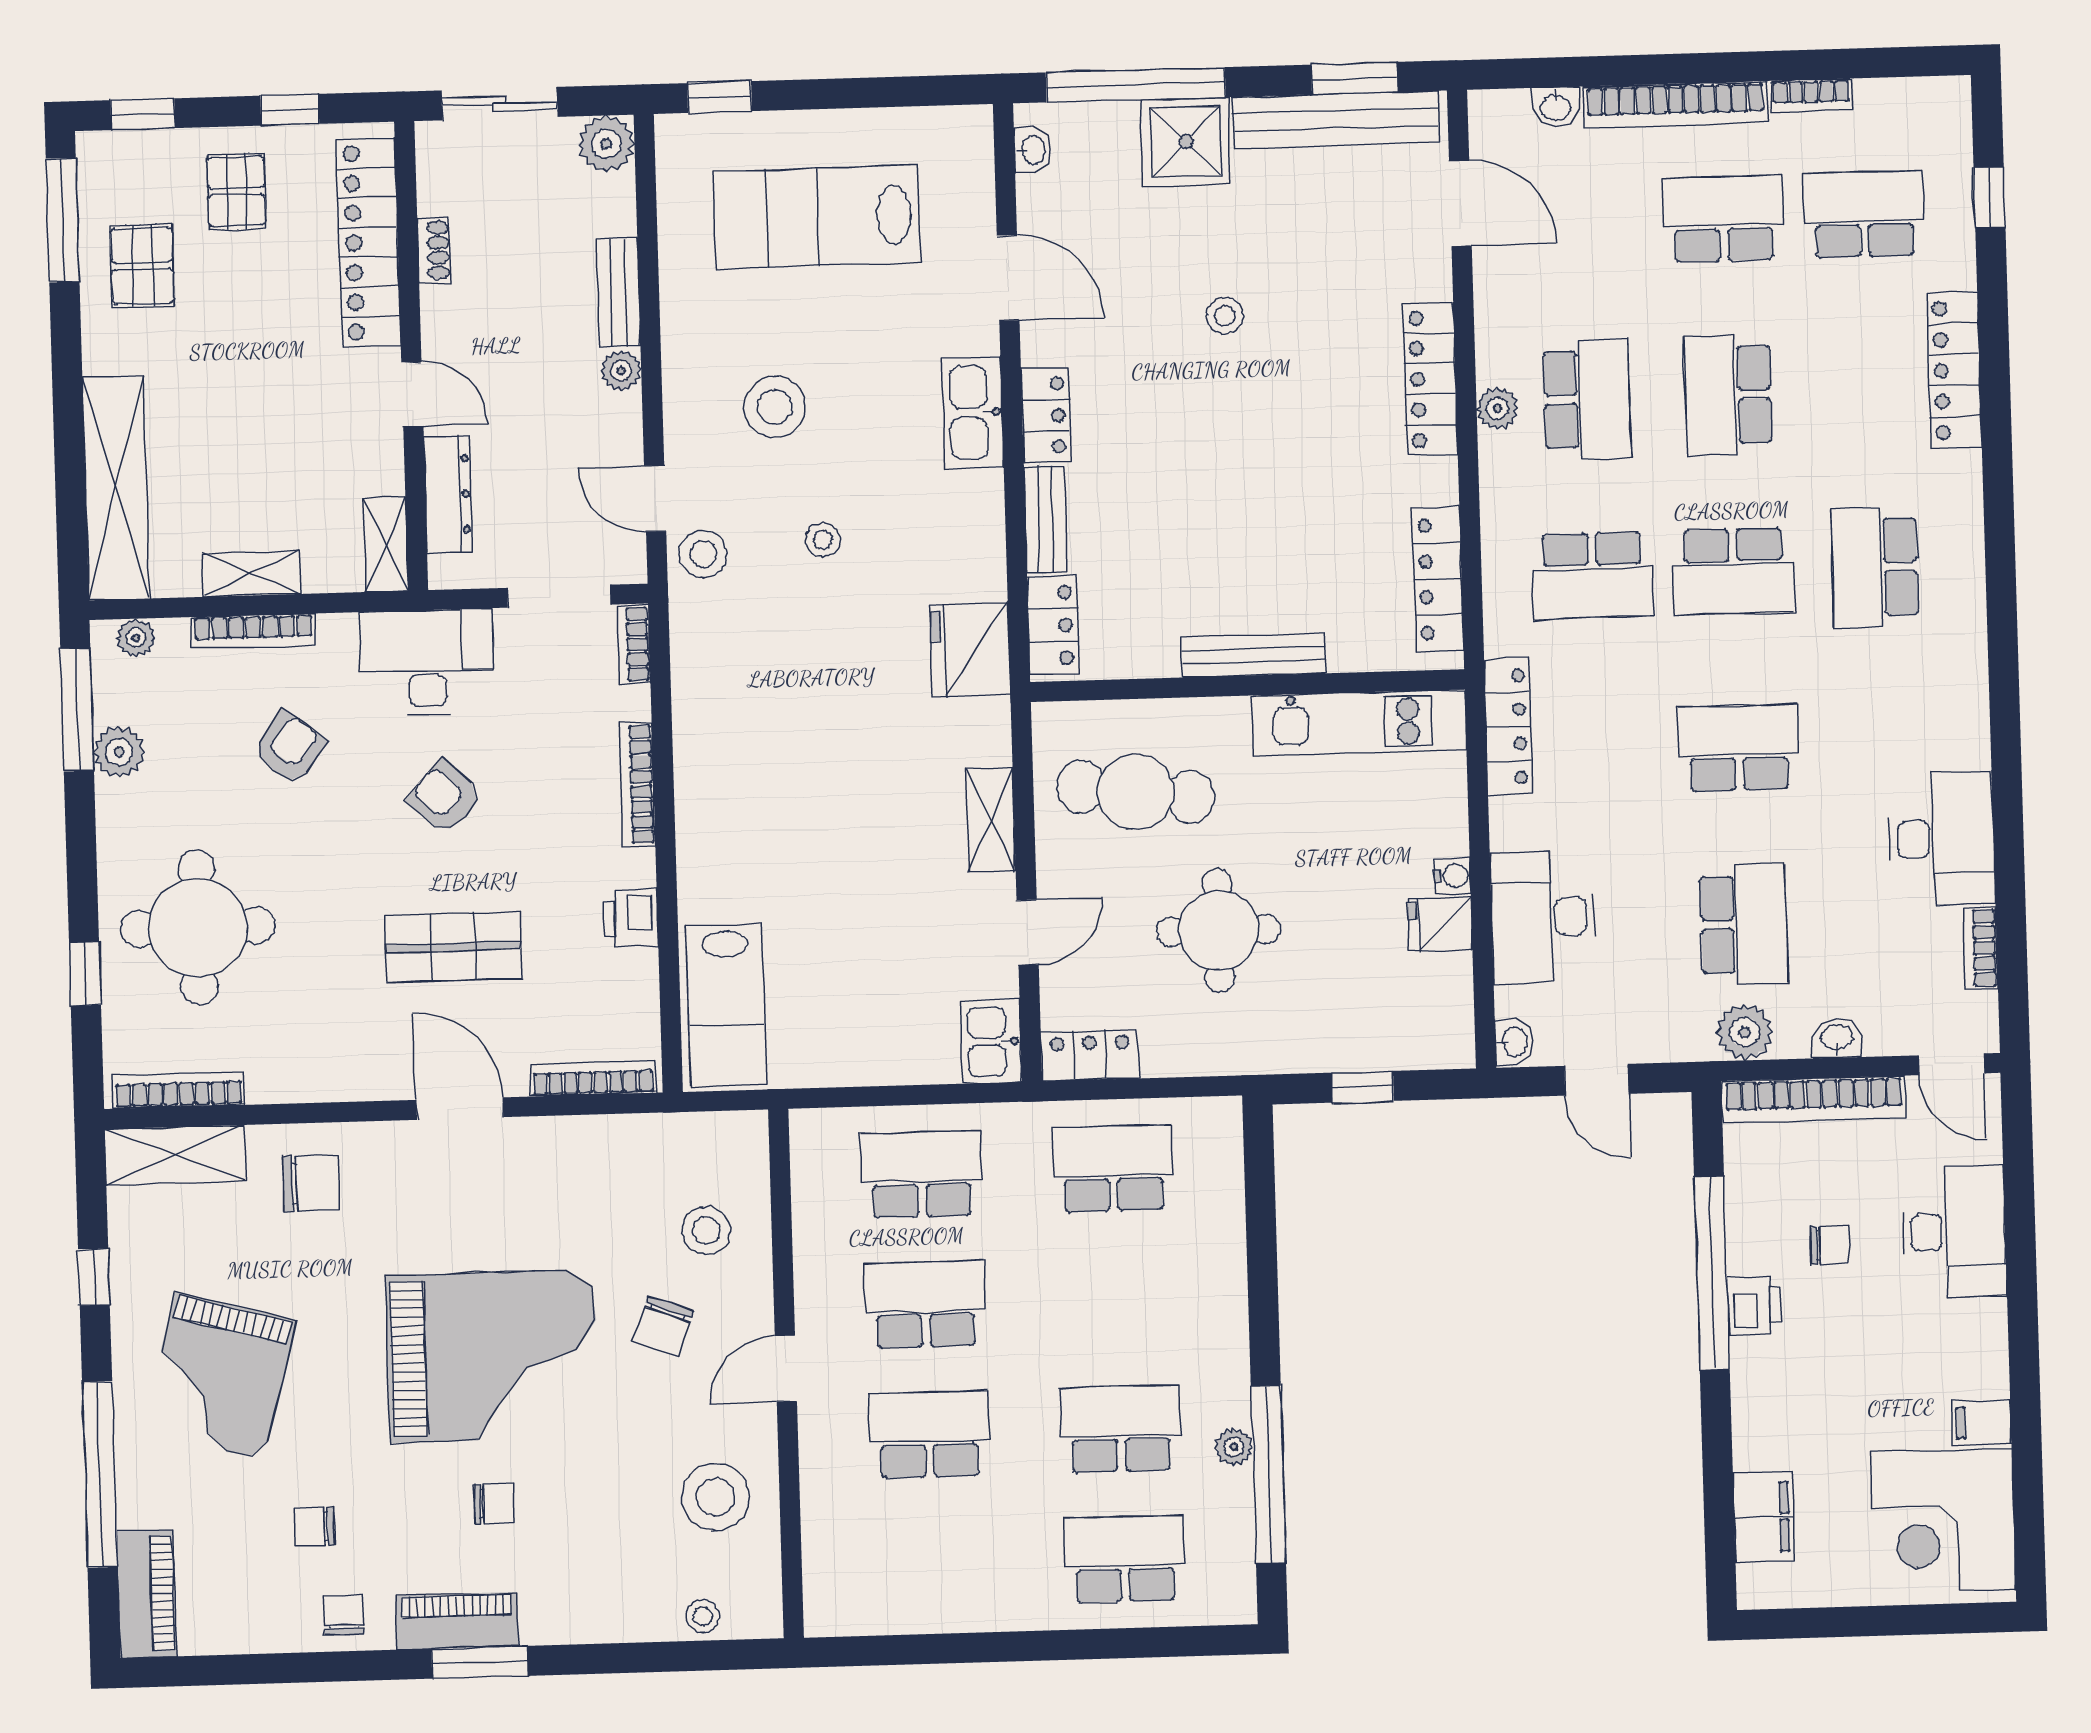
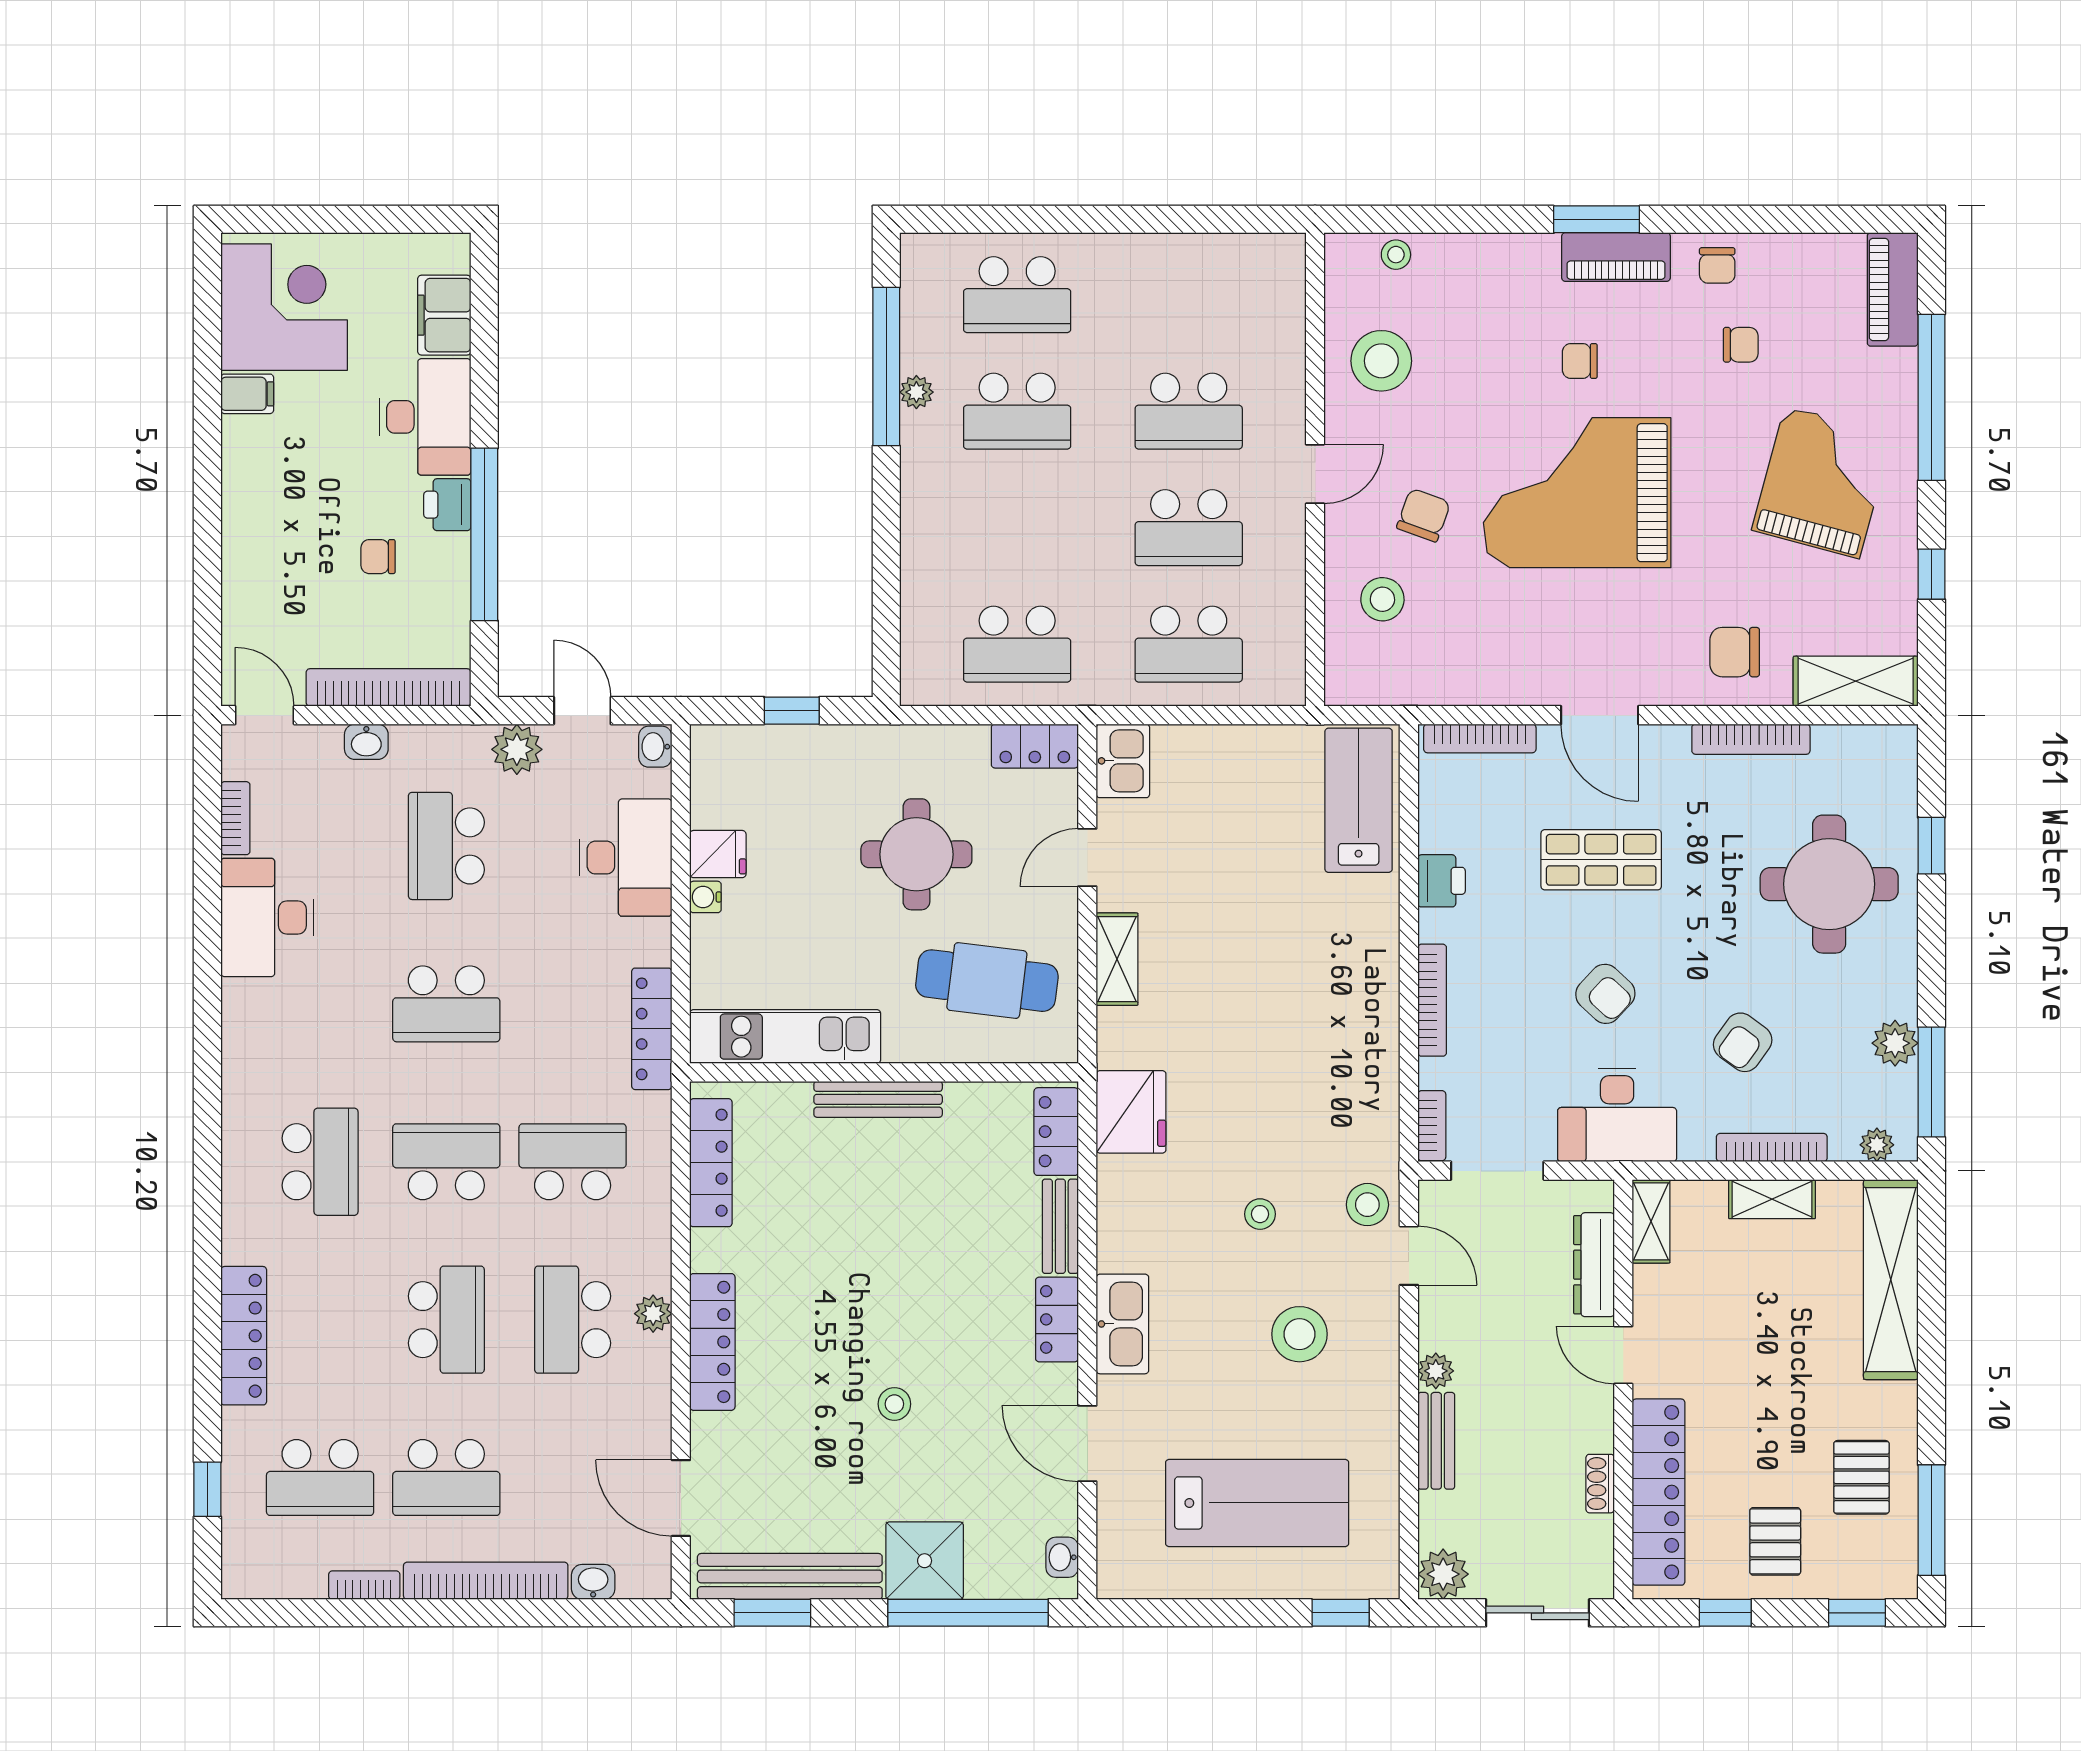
plant: (1745, 1032) -> (517, 749), moved
bookcase: (179, 1090) -> (1751, 739), moved
desk: (1954, 1232) -> (425, 417), moved, turned 180

